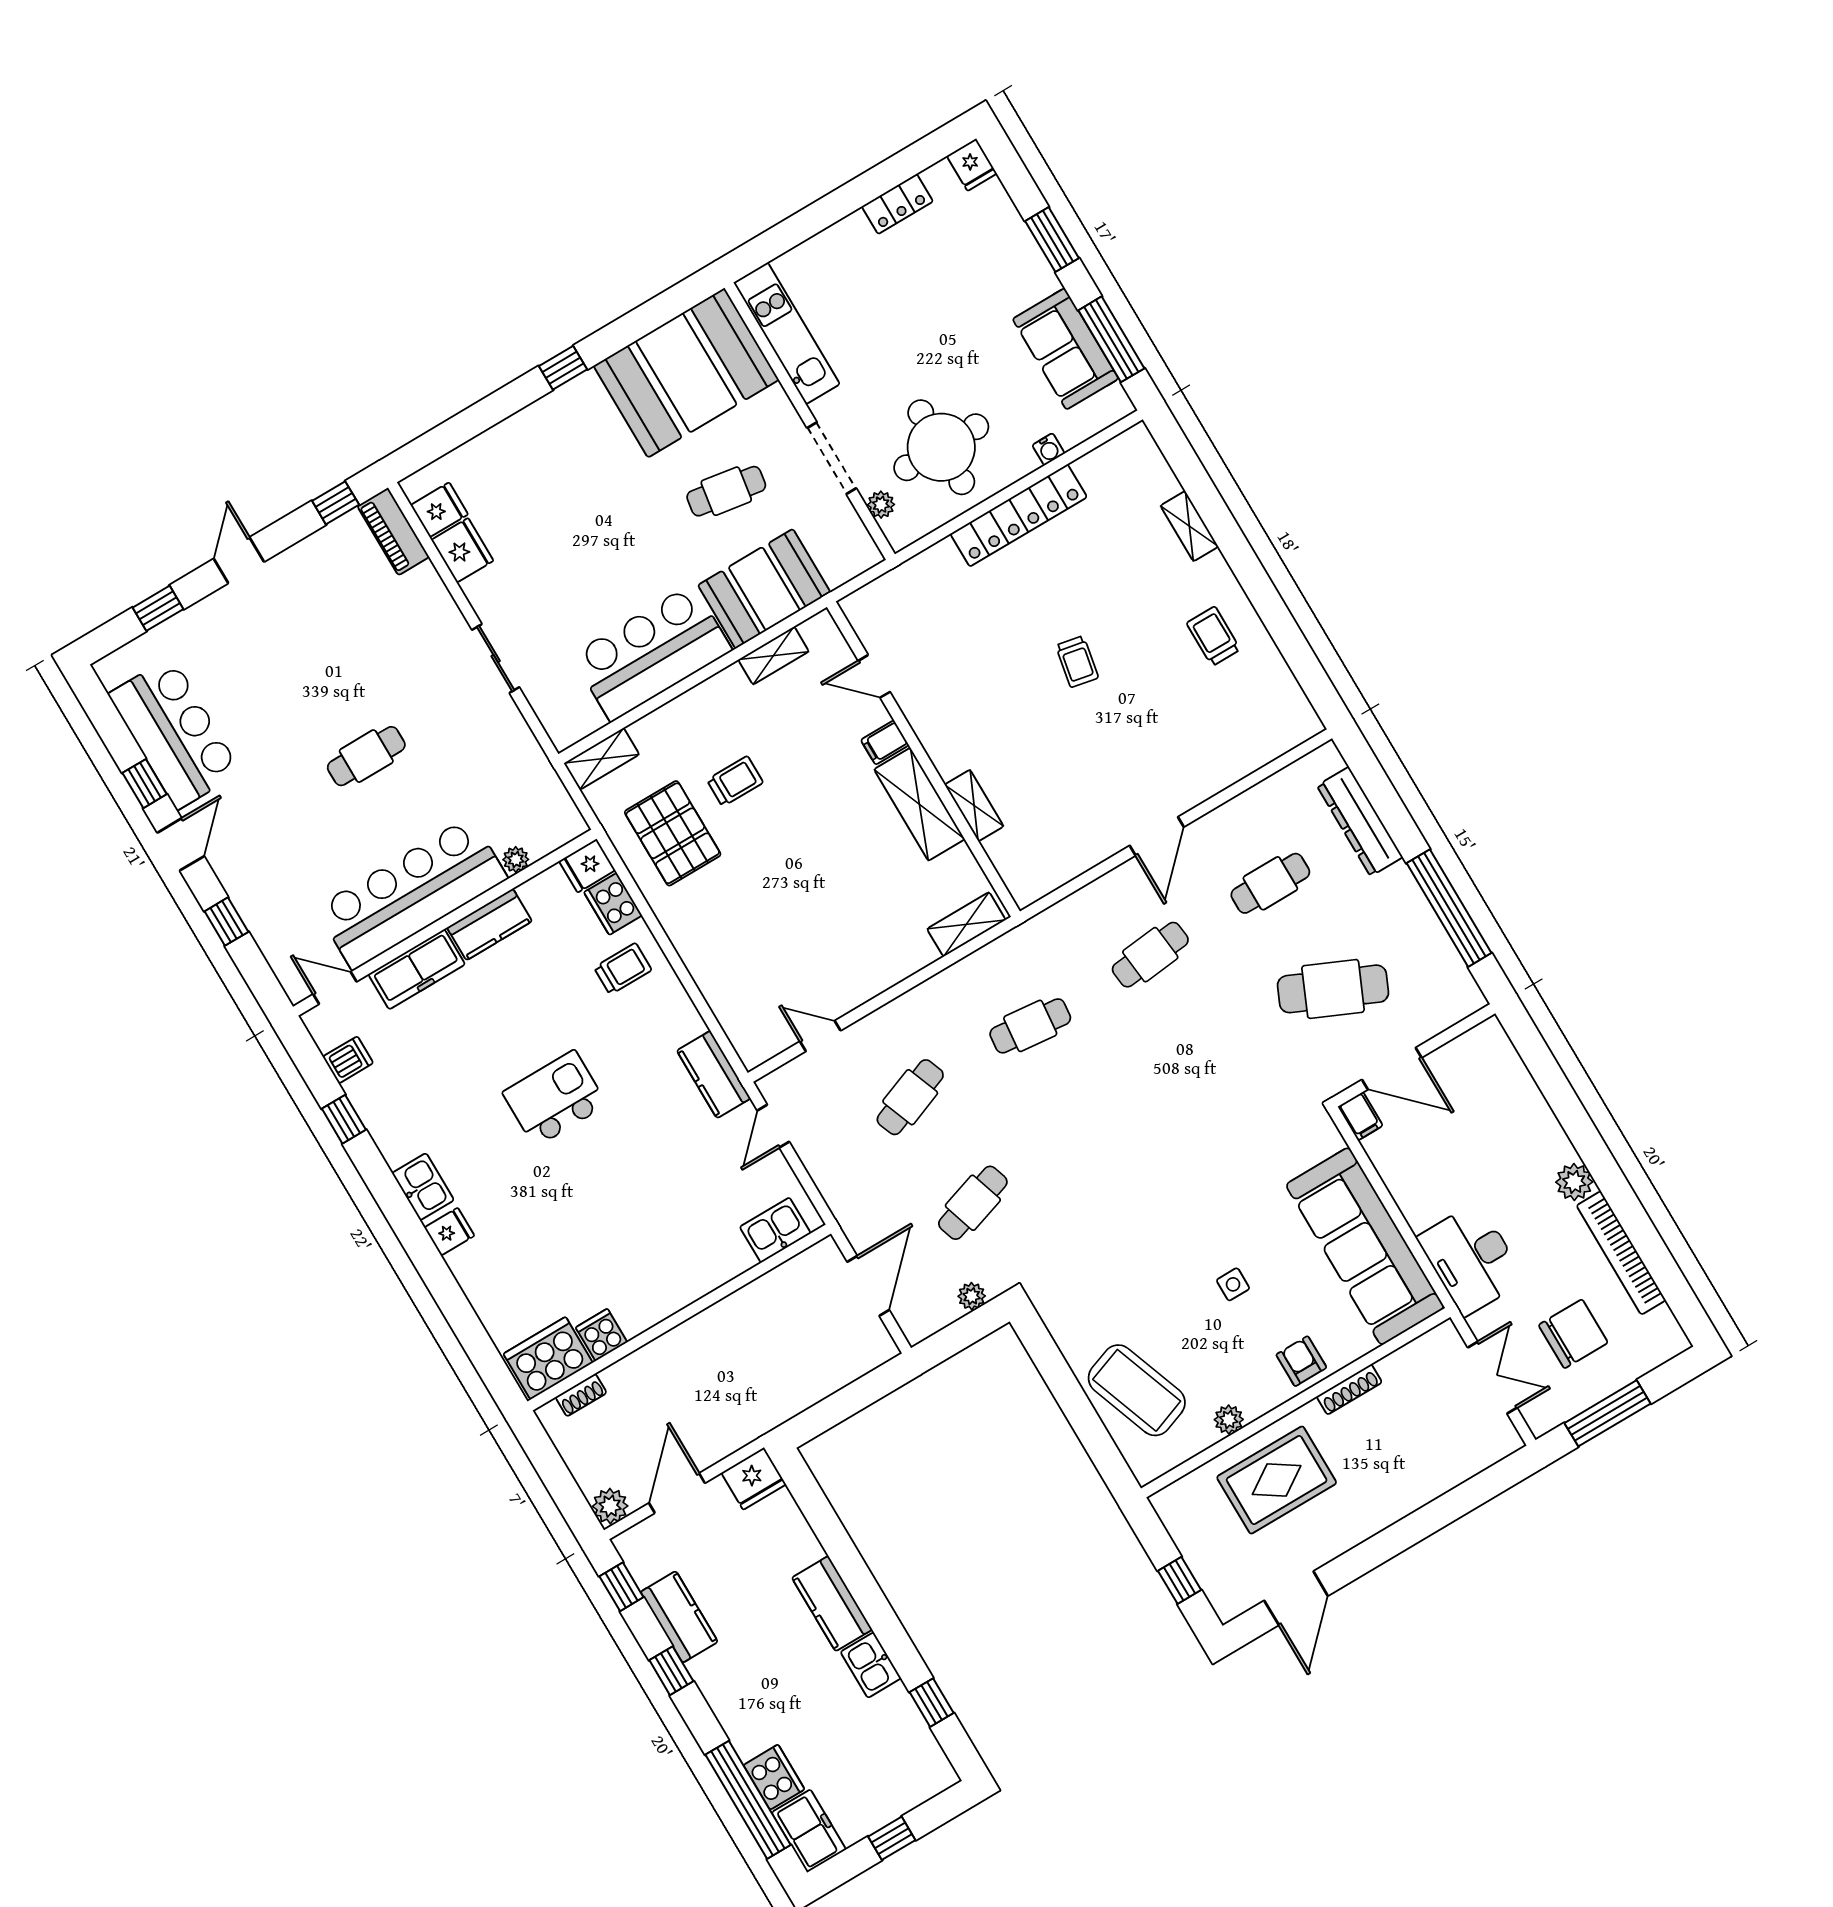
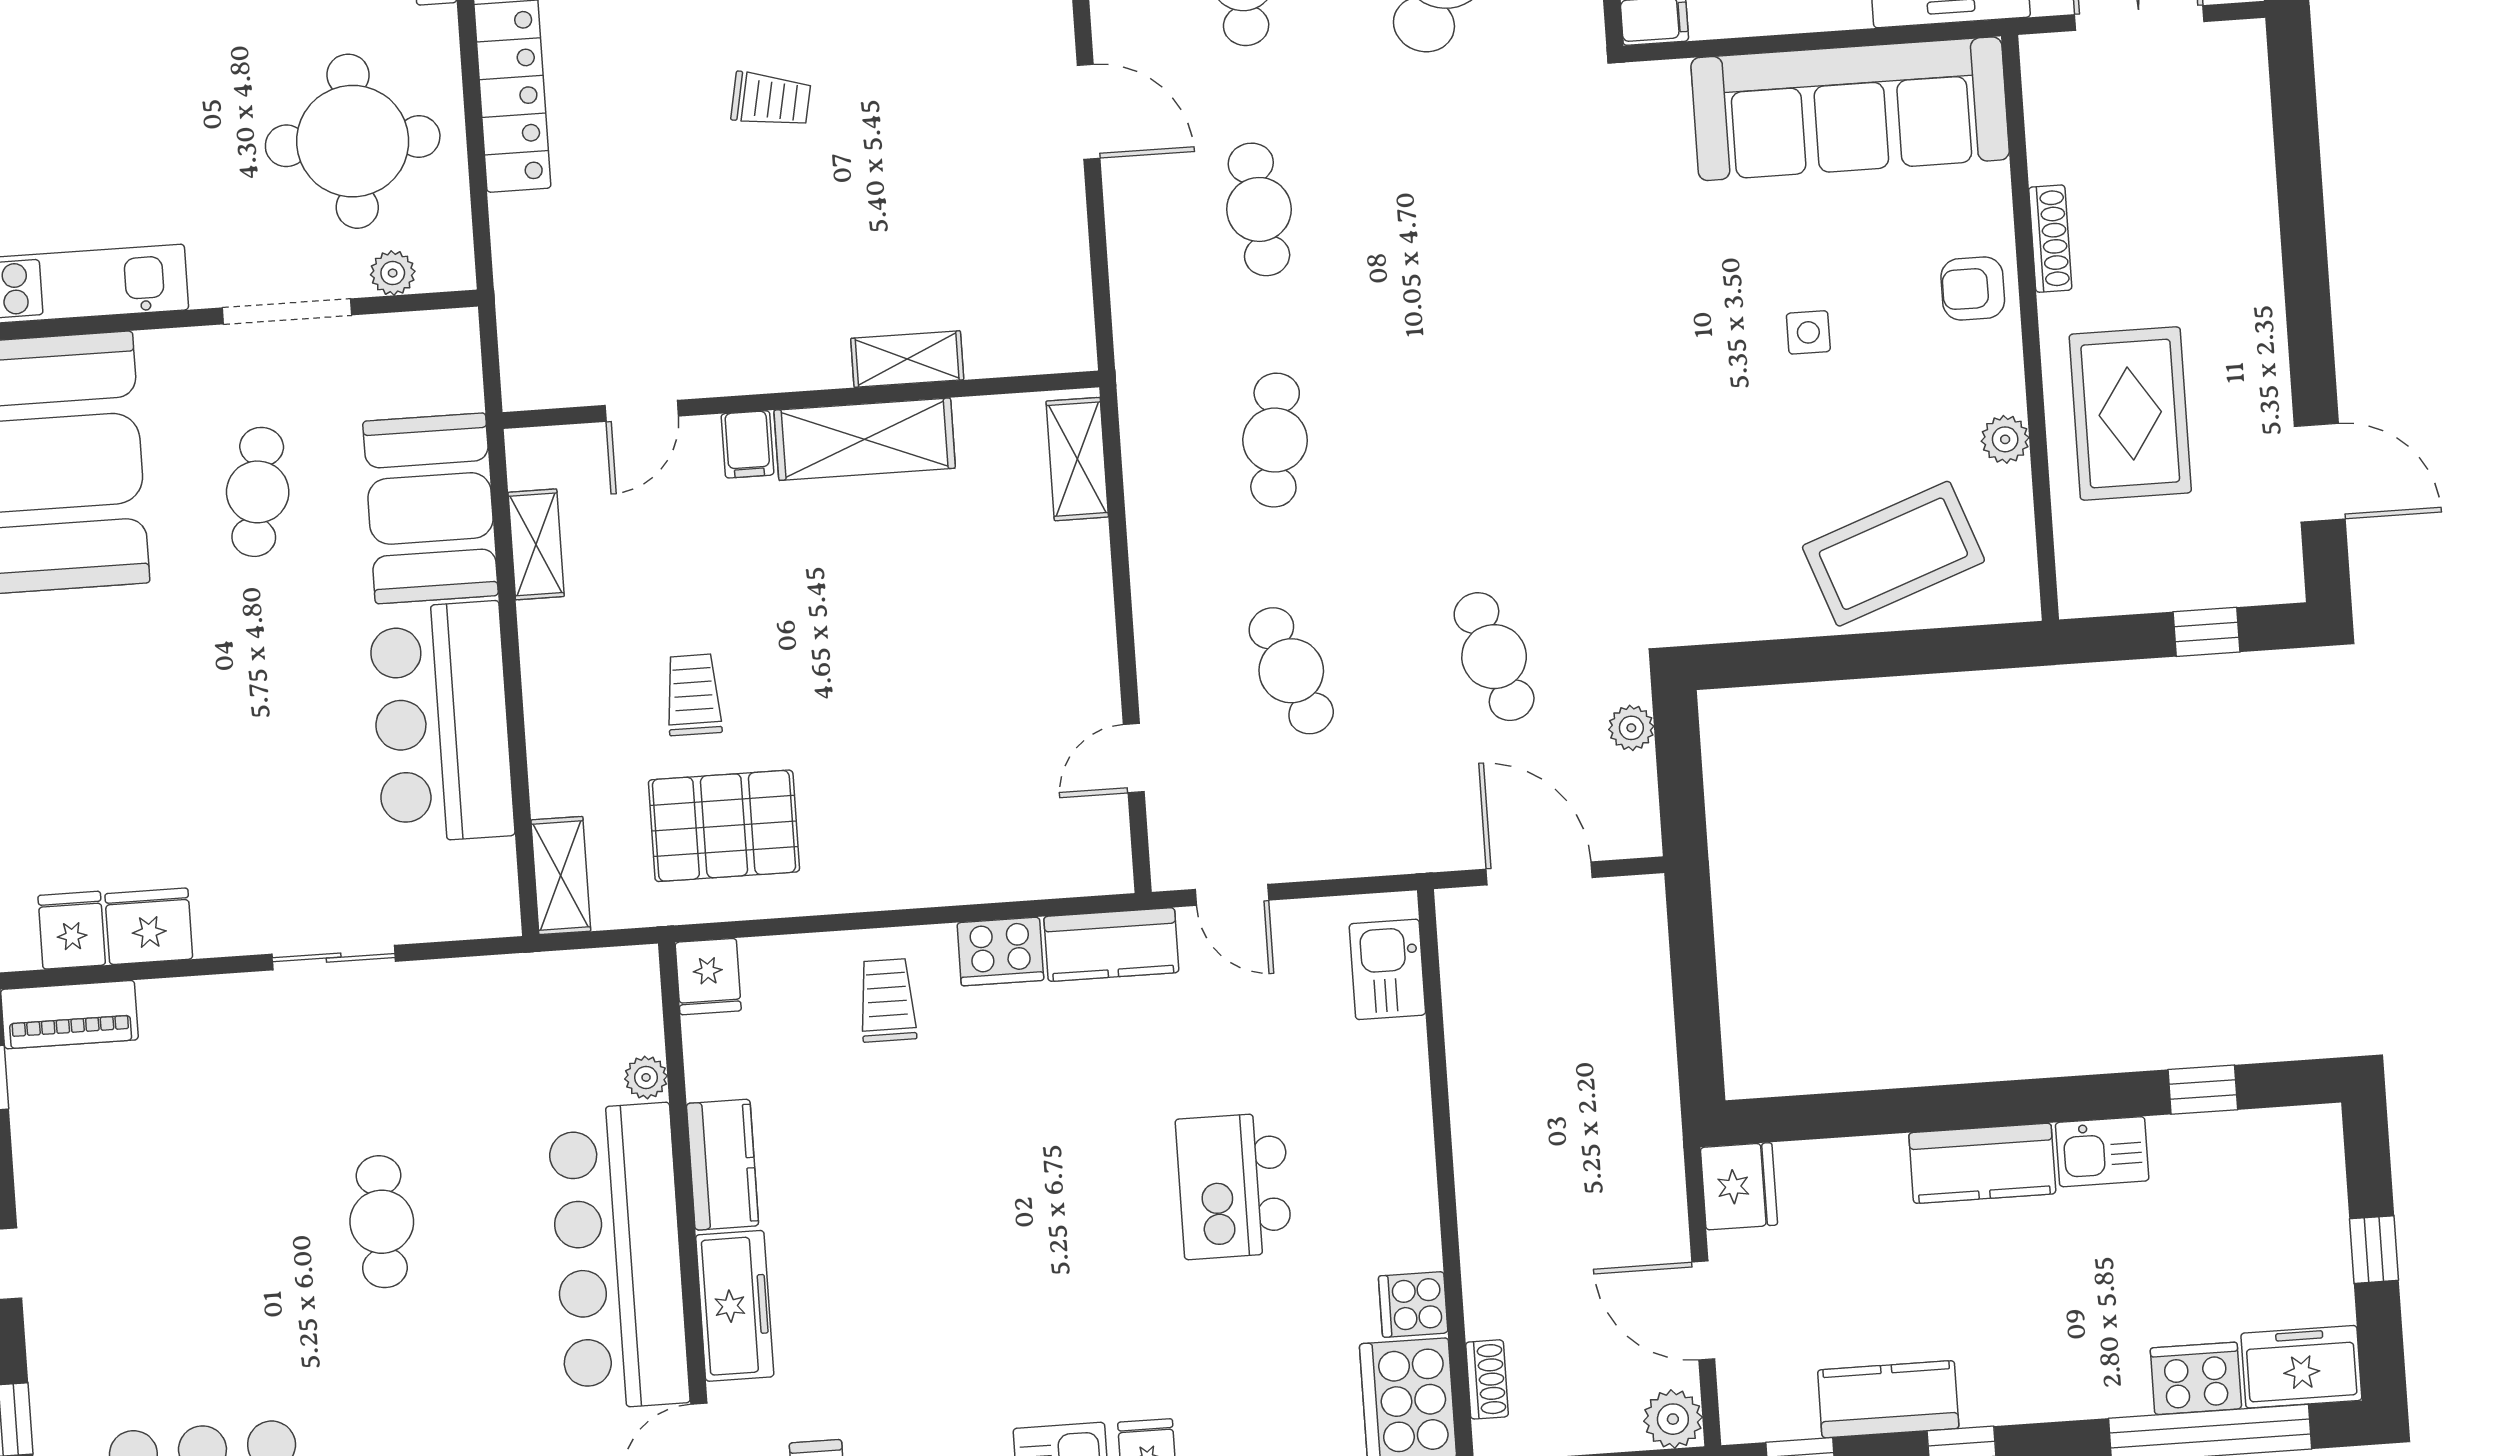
cooker: (613, 904) -> (1000, 951), moved
kitchen island: (555, 1099) -> (1234, 1186), moved

